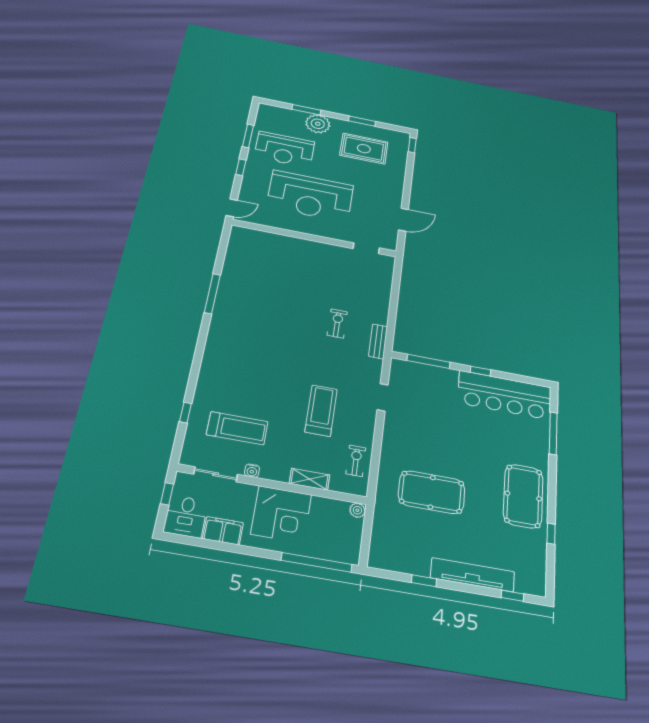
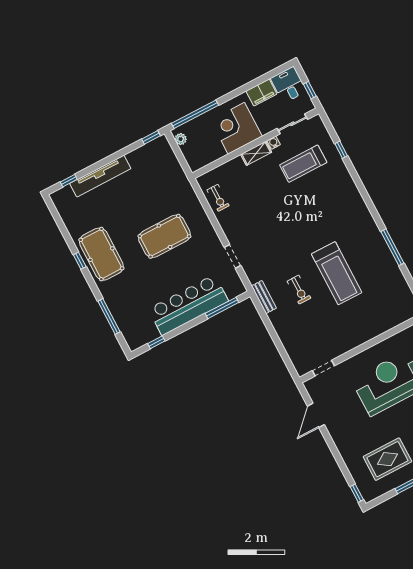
window: (481, 371) -> (156, 342), moved
bar counter: (505, 395) -> (188, 305), moved
treadmill: (321, 411) -> (337, 273), moved, width x1.37, depth x1.38
shelving: (310, 479) -> (256, 153), moved
pool table: (432, 492) -> (164, 236), moved
plant: (357, 510) -> (181, 139), moved
window: (551, 534) -> (80, 261), moved
window: (424, 581) -> (151, 137), moved

